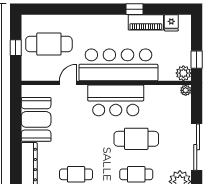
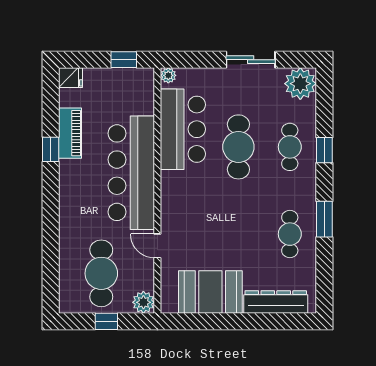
fridge: (171, 23) -> (71, 78), moved
plant: (183, 73) -> (143, 302), moved
bar counter: (116, 100) -> (183, 129), moved
sliding door: (197, 147) -> (251, 60), width x0.73

